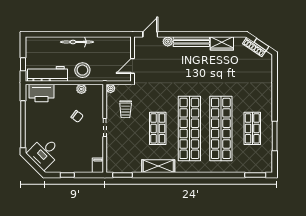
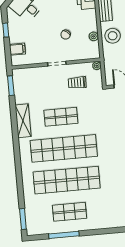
filing cabinet: (98, 165) -> (17, 49), moved

